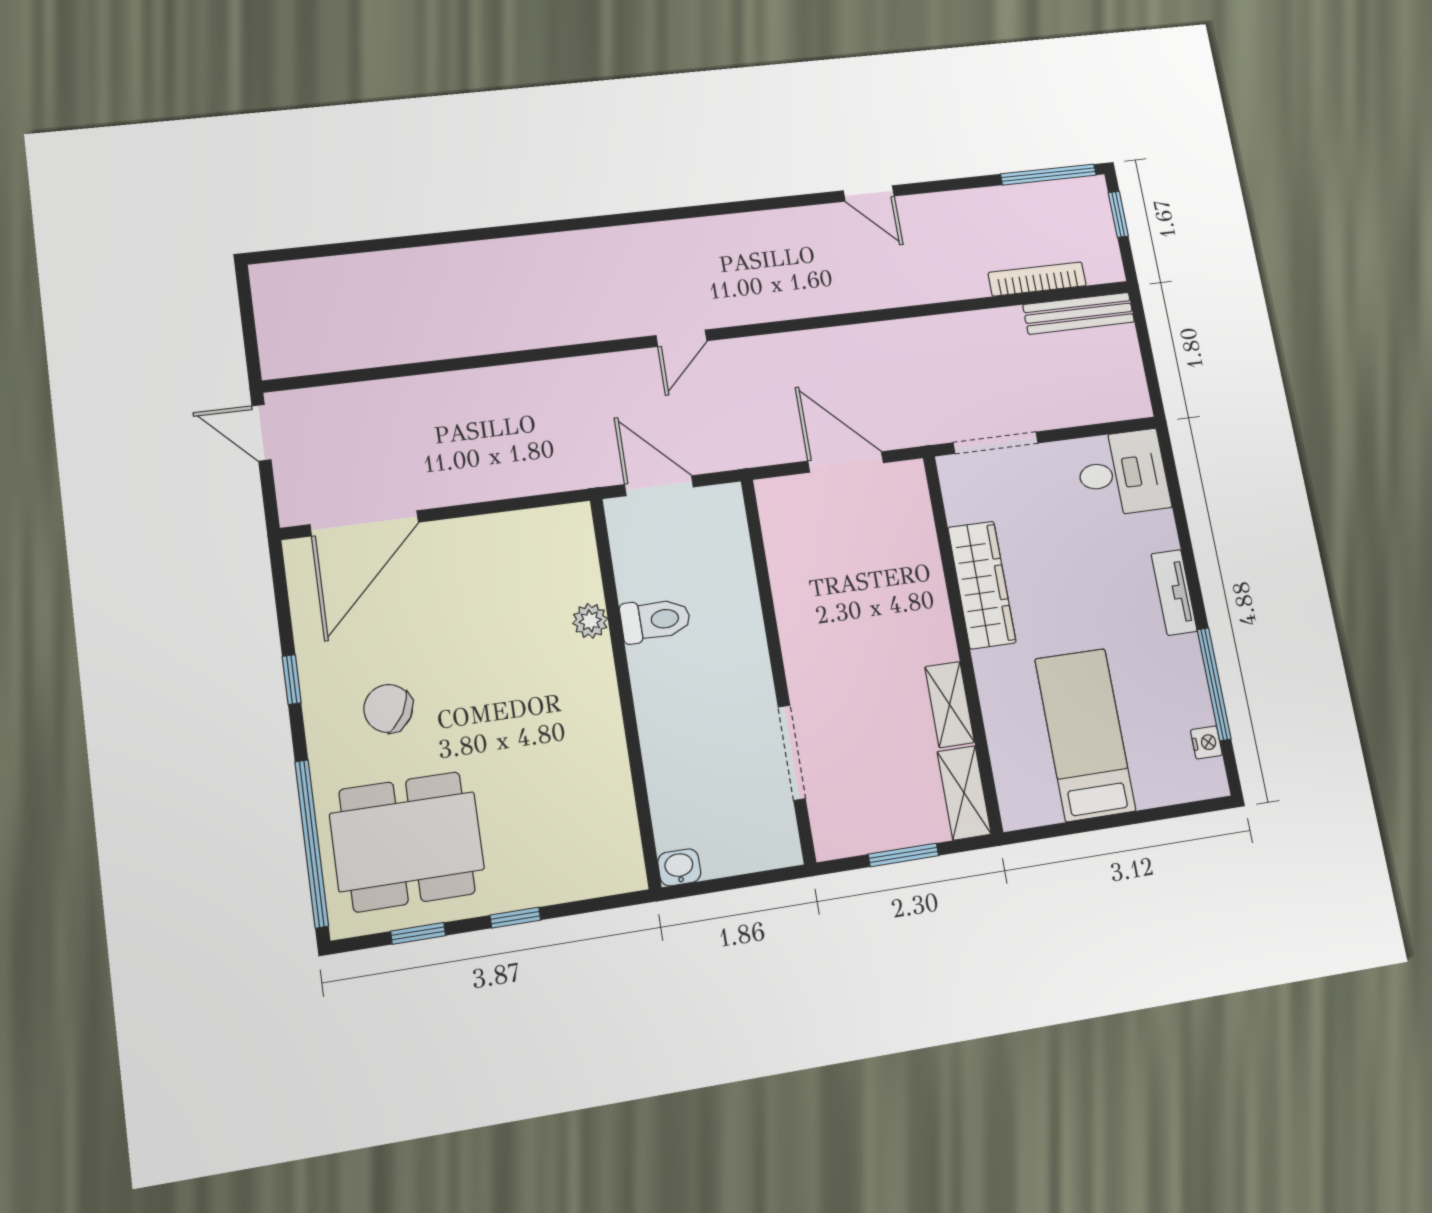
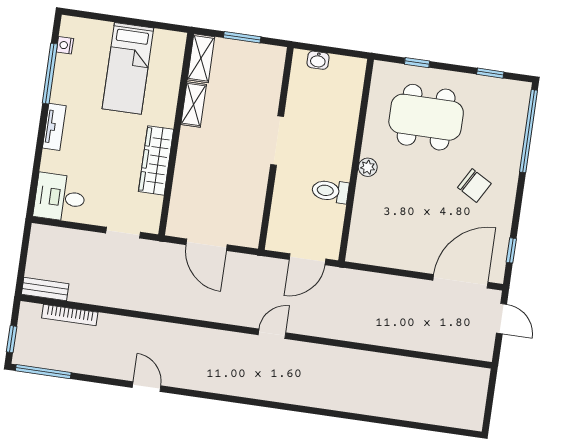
bench: (1079, 313) -> (45, 289), width x0.73
door: (262, 433) -> (501, 319), moved
doorway: (996, 443) -> (123, 233), width x0.73
door: (659, 486) -> (307, 259), hinge flipped
plant: (590, 621) -> (368, 167), moved
window: (292, 680) -> (511, 250), moved
doorway: (792, 753) -> (277, 141), moved
dining table: (407, 842) -> (426, 117), moved
washbasin: (679, 867) -> (318, 60), moved
window: (515, 918) -> (417, 63), moved

